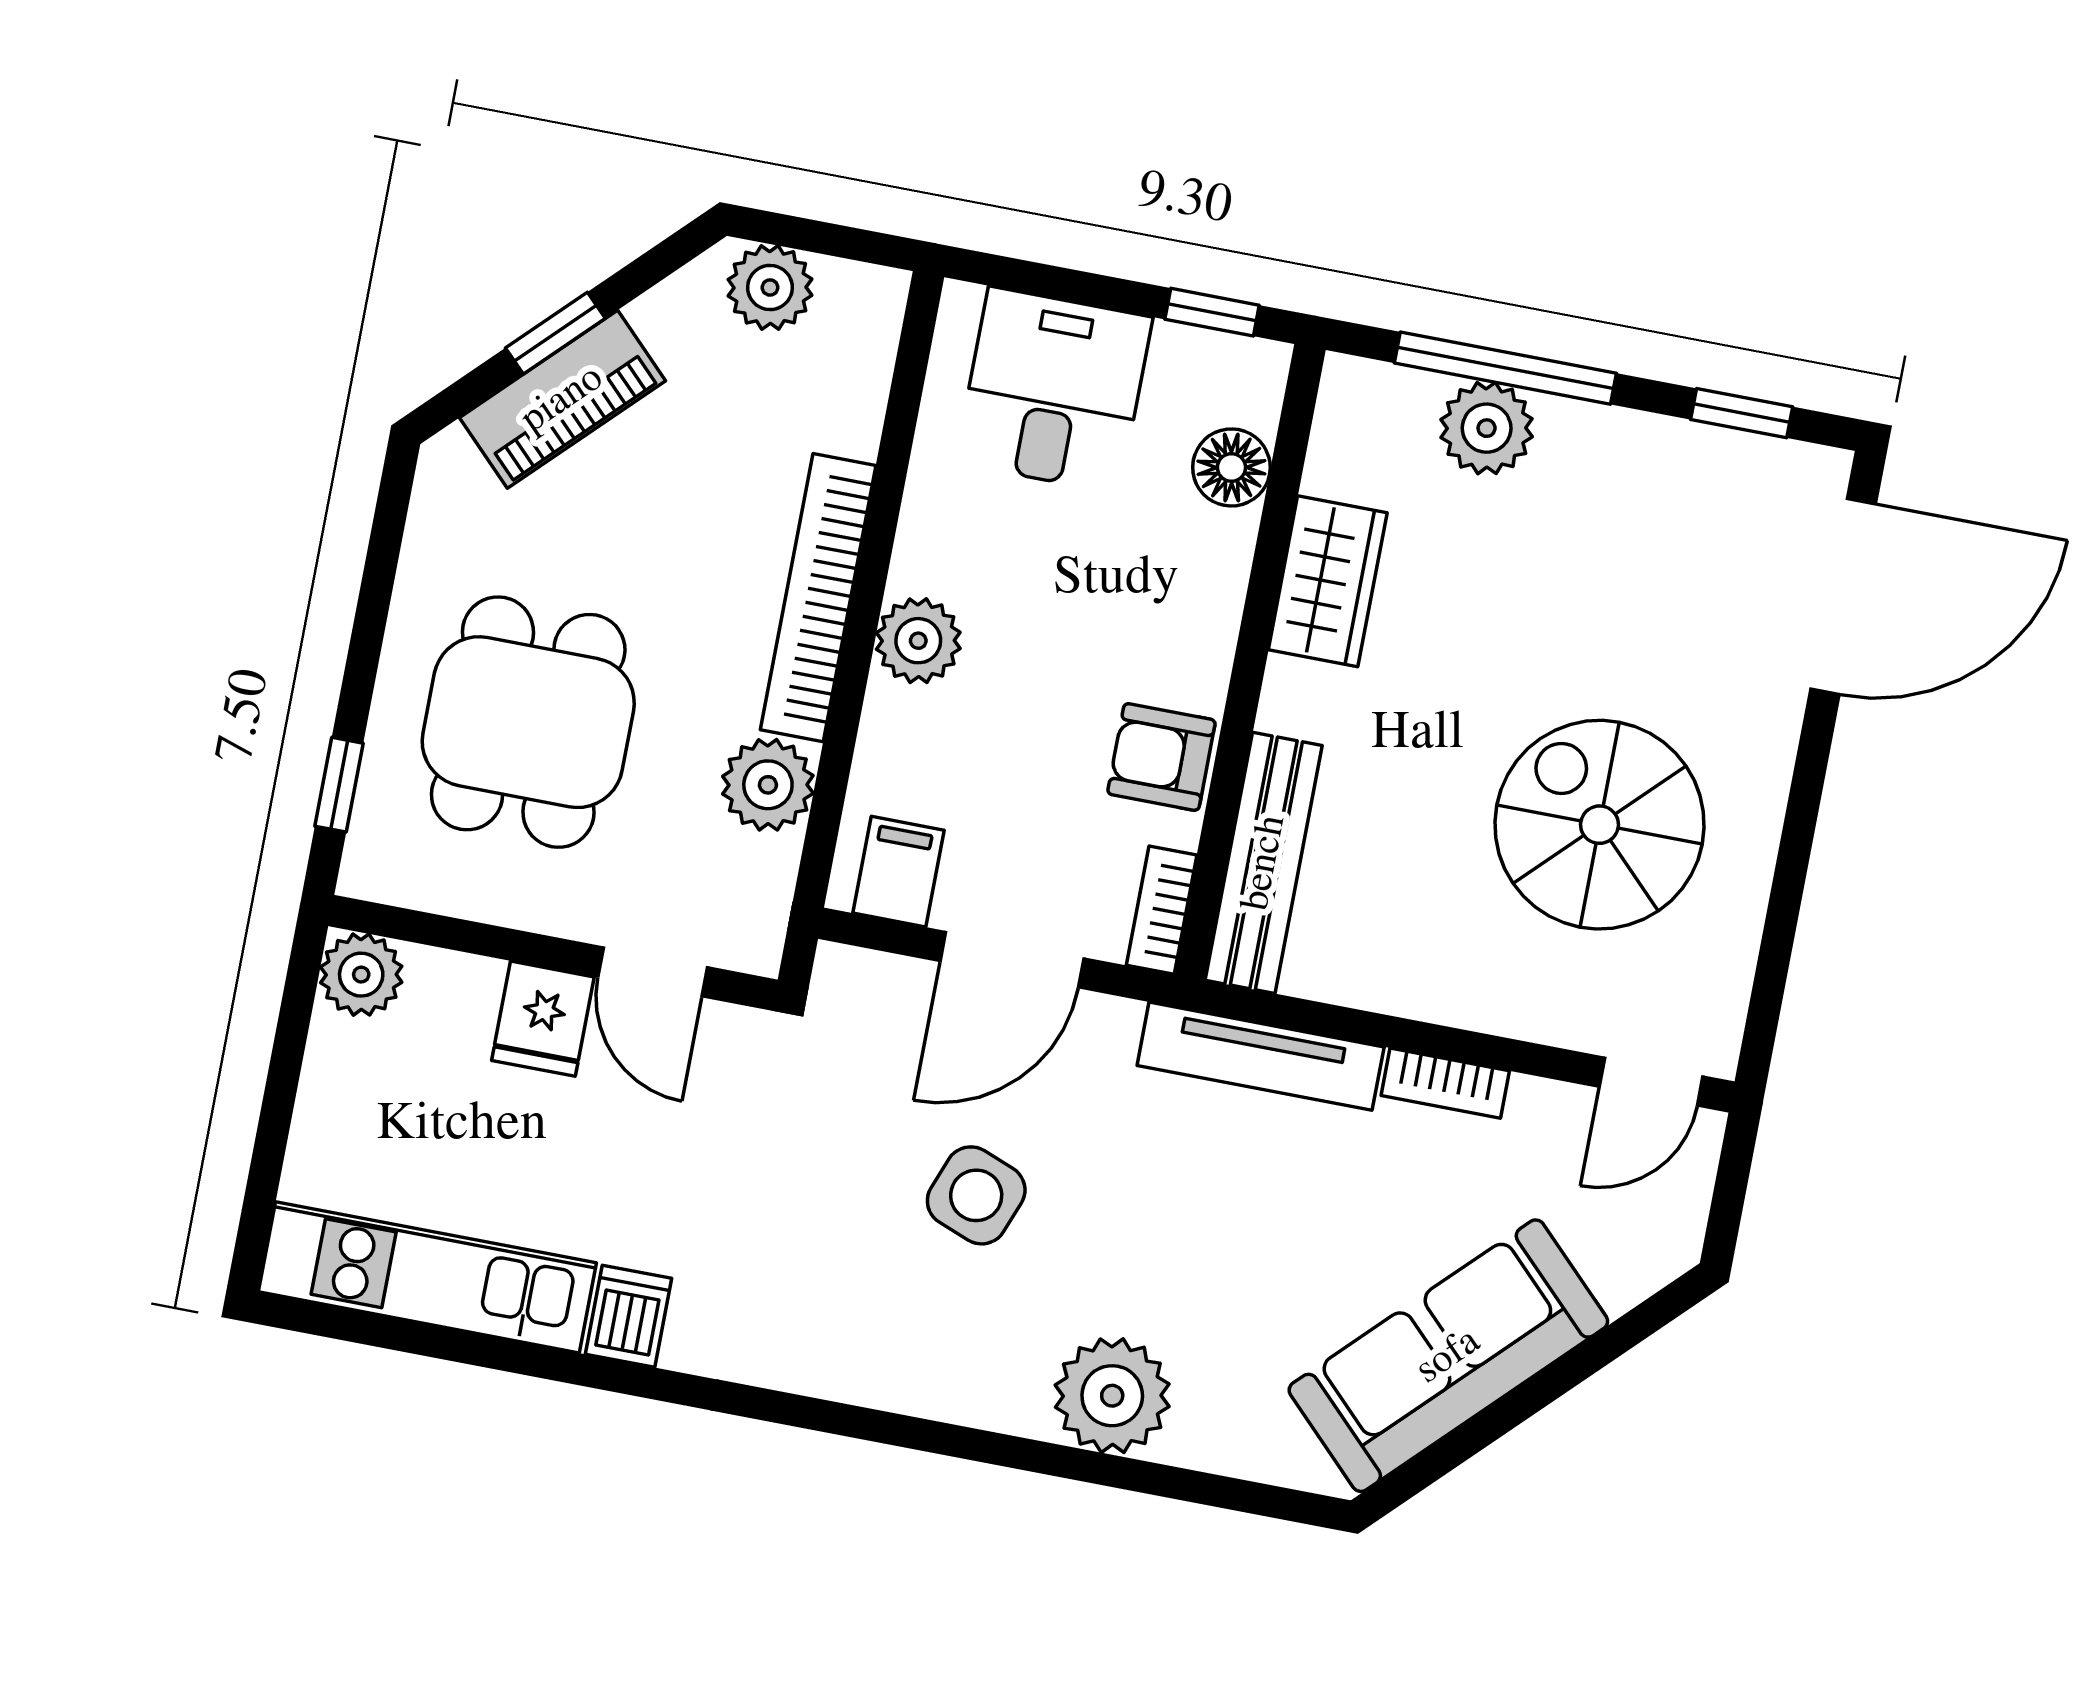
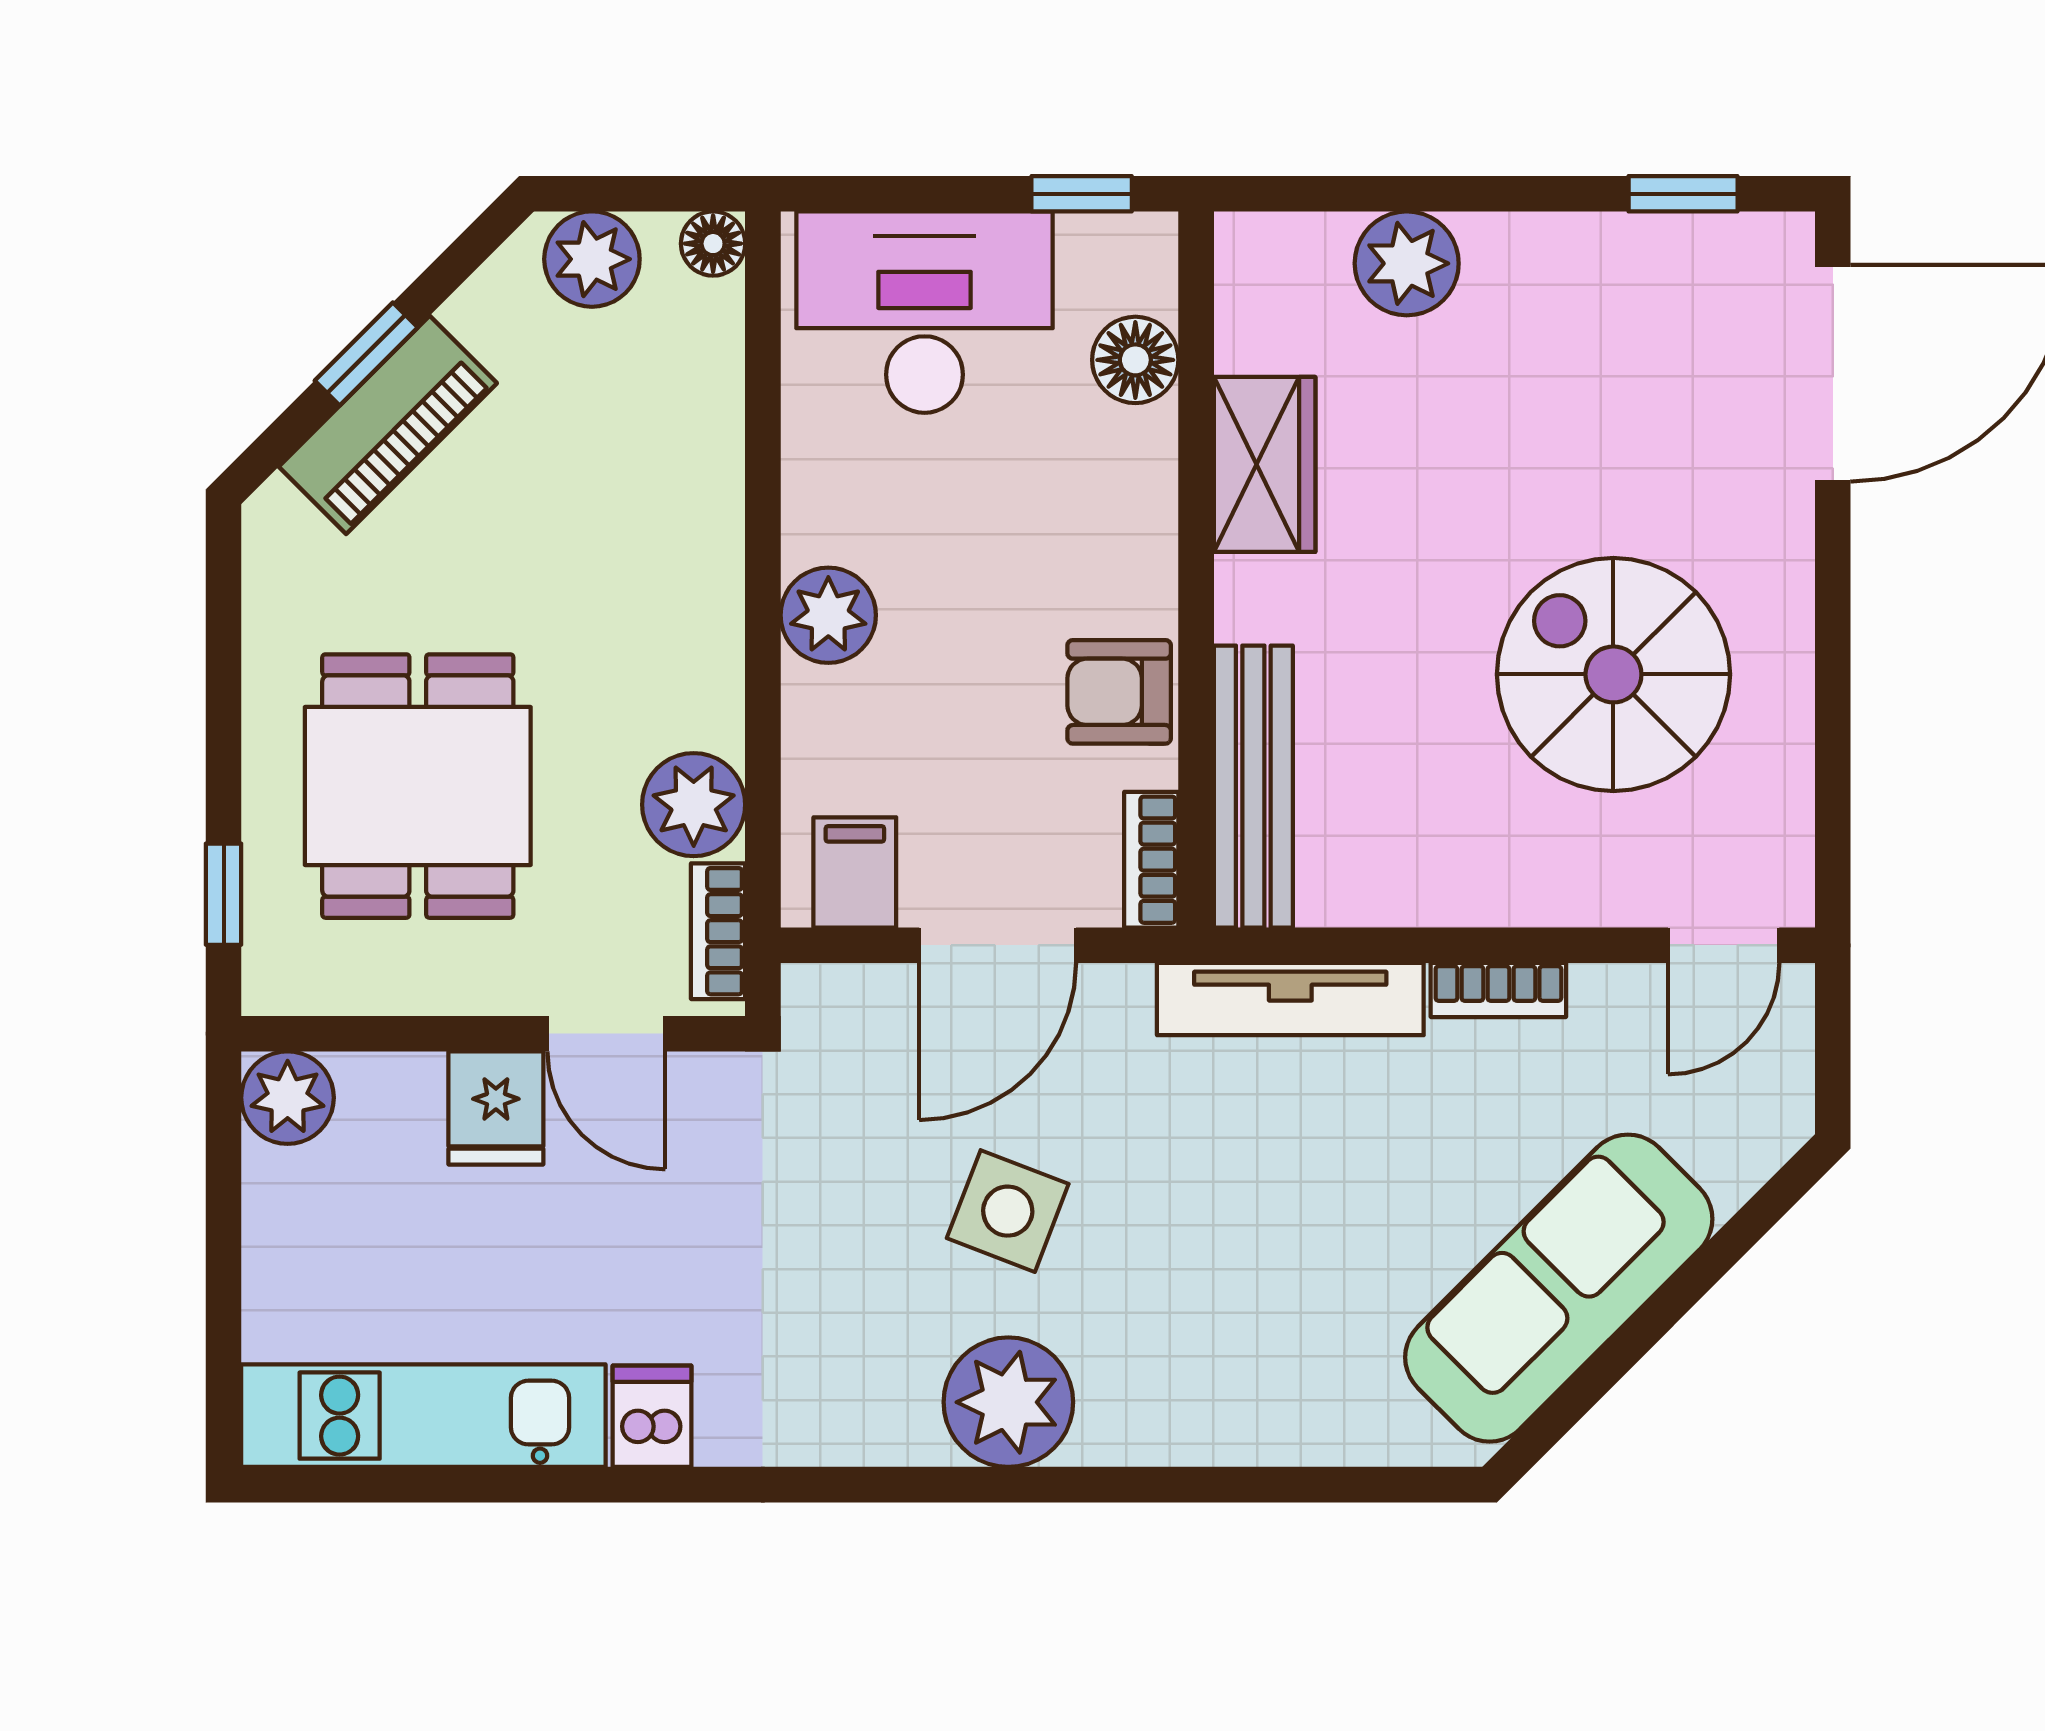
floor lamp: (879, 294) -> (713, 244), added
window: (1505, 368) -> (1415, 194), removed
desk: (1054, 390) -> (925, 312), width x1.37
bookcase: (818, 598) -> (718, 931), moved, width x0.43, depth x0.76
plant: (1112, 1396) -> (1008, 1402), moved

